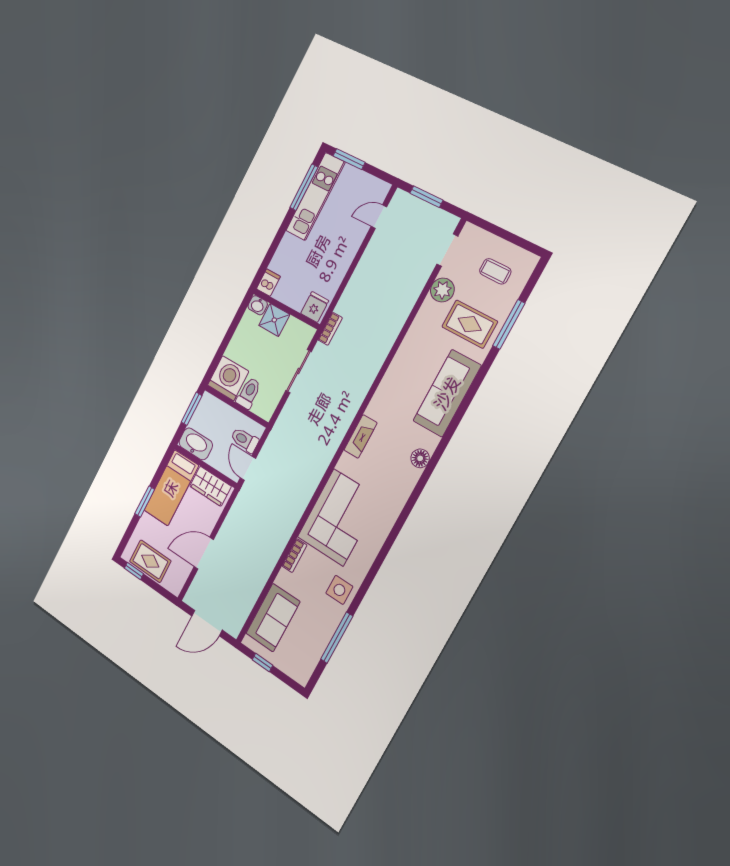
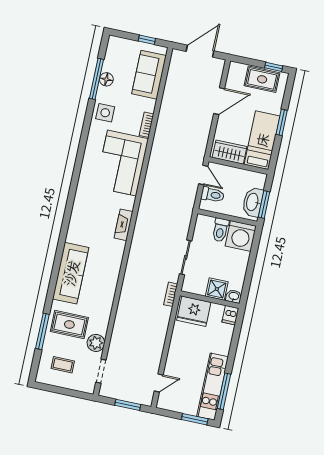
fridge: (315, 307) -> (194, 311), width x1.88, depth x1.34
washbasin: (196, 444) -> (253, 202), moved, turned 90
floor lamp: (420, 458) -> (106, 79), moved

